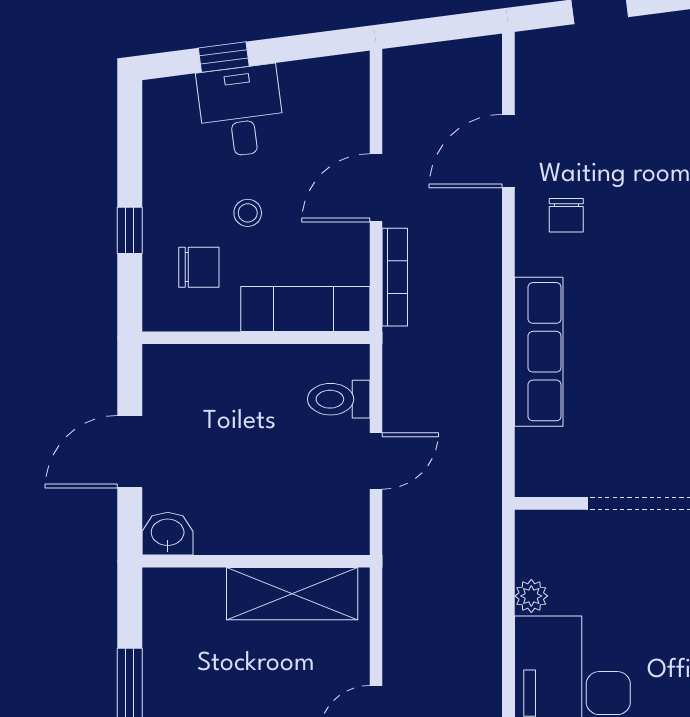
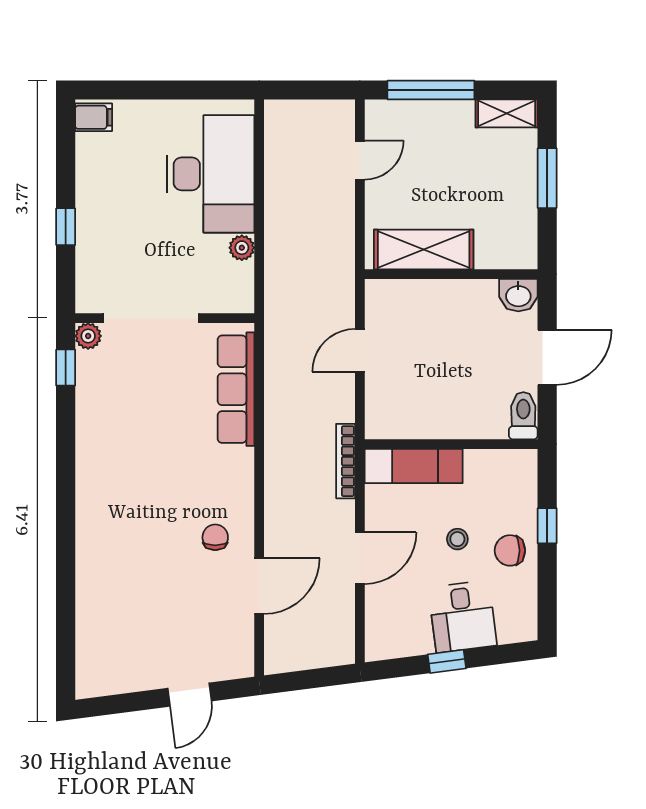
window: (224, 57) -> (447, 661), moved
chair: (199, 267) -> (510, 550), moved
bookcase: (395, 277) -> (346, 461), moved
row of seats: (539, 352) -> (236, 389), moved
toilet: (339, 399) -> (523, 416), moved, turned -90

